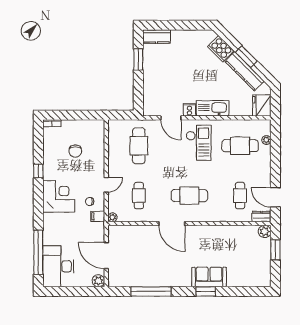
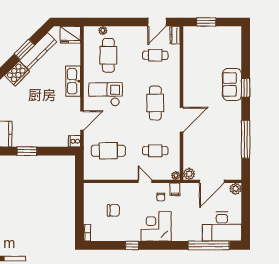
cooker: (189, 110) -> (74, 141), moved
plant: (265, 231) -> (189, 174), moved

